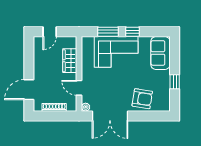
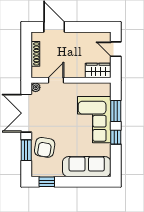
sofa: (160, 53) -> (87, 167), width x1.36
wardrobe: (70, 61) -> (98, 70), moved
window: (175, 82) -> (47, 182), moved
window: (145, 116) -> (26, 150), added

